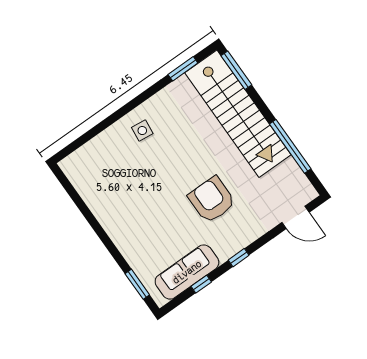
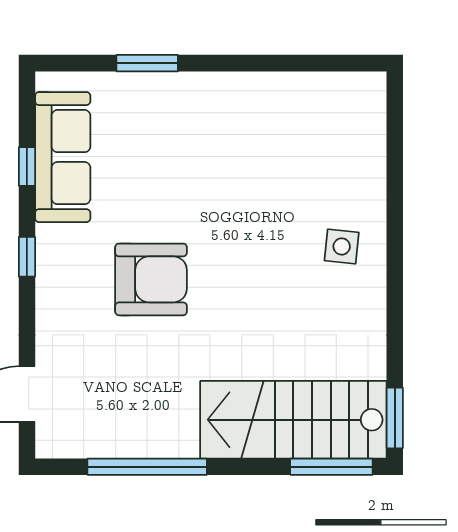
window: (183, 69) -> (395, 418), moved
stairs: (238, 114) -> (293, 420), width x0.73
window: (137, 284) -> (147, 63), moved

